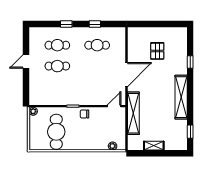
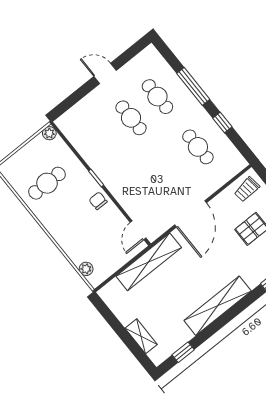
window: (66, 24) -> (193, 86), width x2.17
trolley: (136, 38) -> (247, 189), added
door: (126, 75) -> (191, 214), hinge flipped
door: (114, 106) -> (138, 230), swing flipped
cafe table: (56, 132) -> (47, 183), width x0.73, depth x0.74
shelving: (154, 146) -> (141, 336), moved

